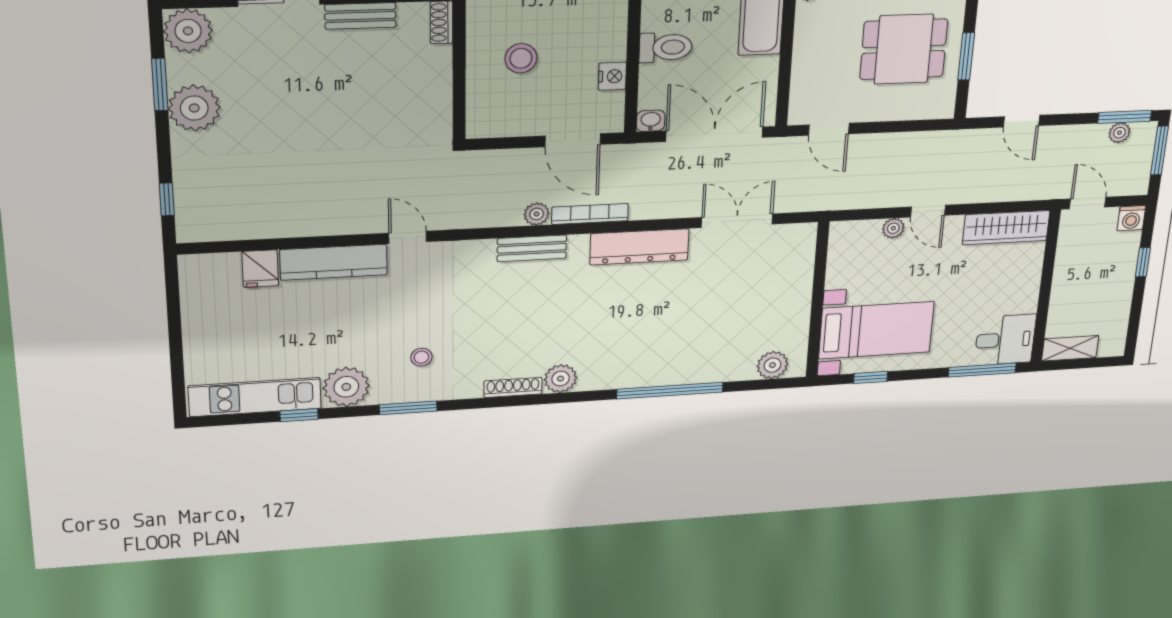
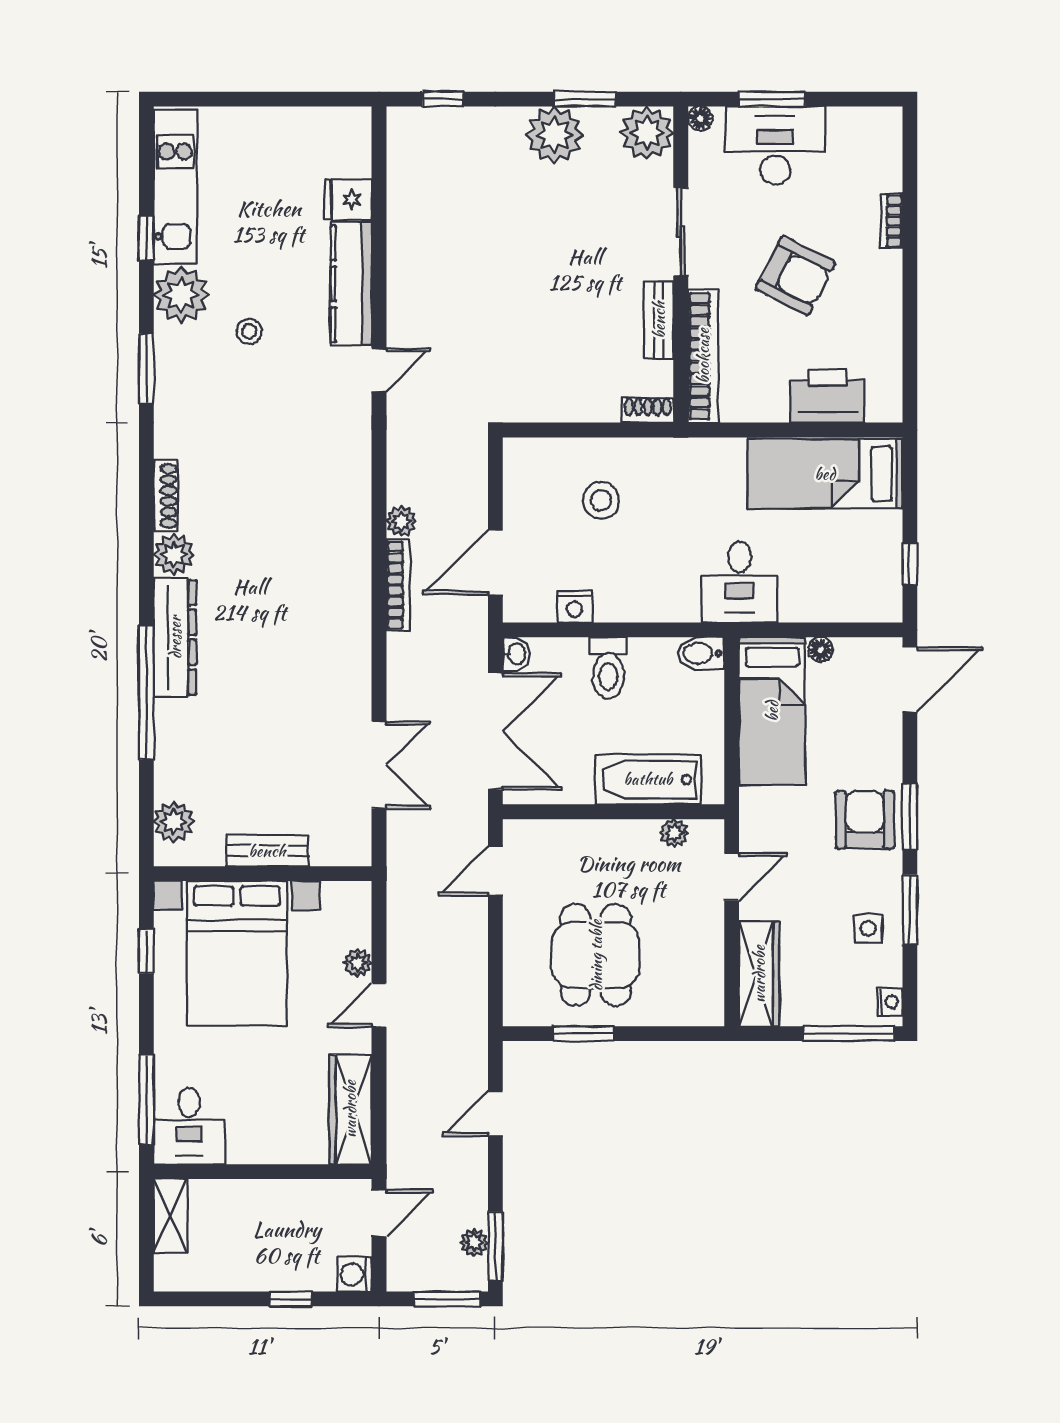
dresser: (639, 247) -> (175, 637), moved, turned 180
bench: (532, 248) -> (267, 851), moved, turned 90
bed with nightstands: (876, 330) -> (237, 953), width x1.36
stool: (421, 357) -> (249, 331), moved

